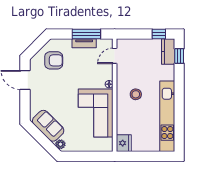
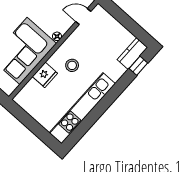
window: (159, 34) -> (138, 32), removed
fridge: (124, 143) -> (45, 75), moved

